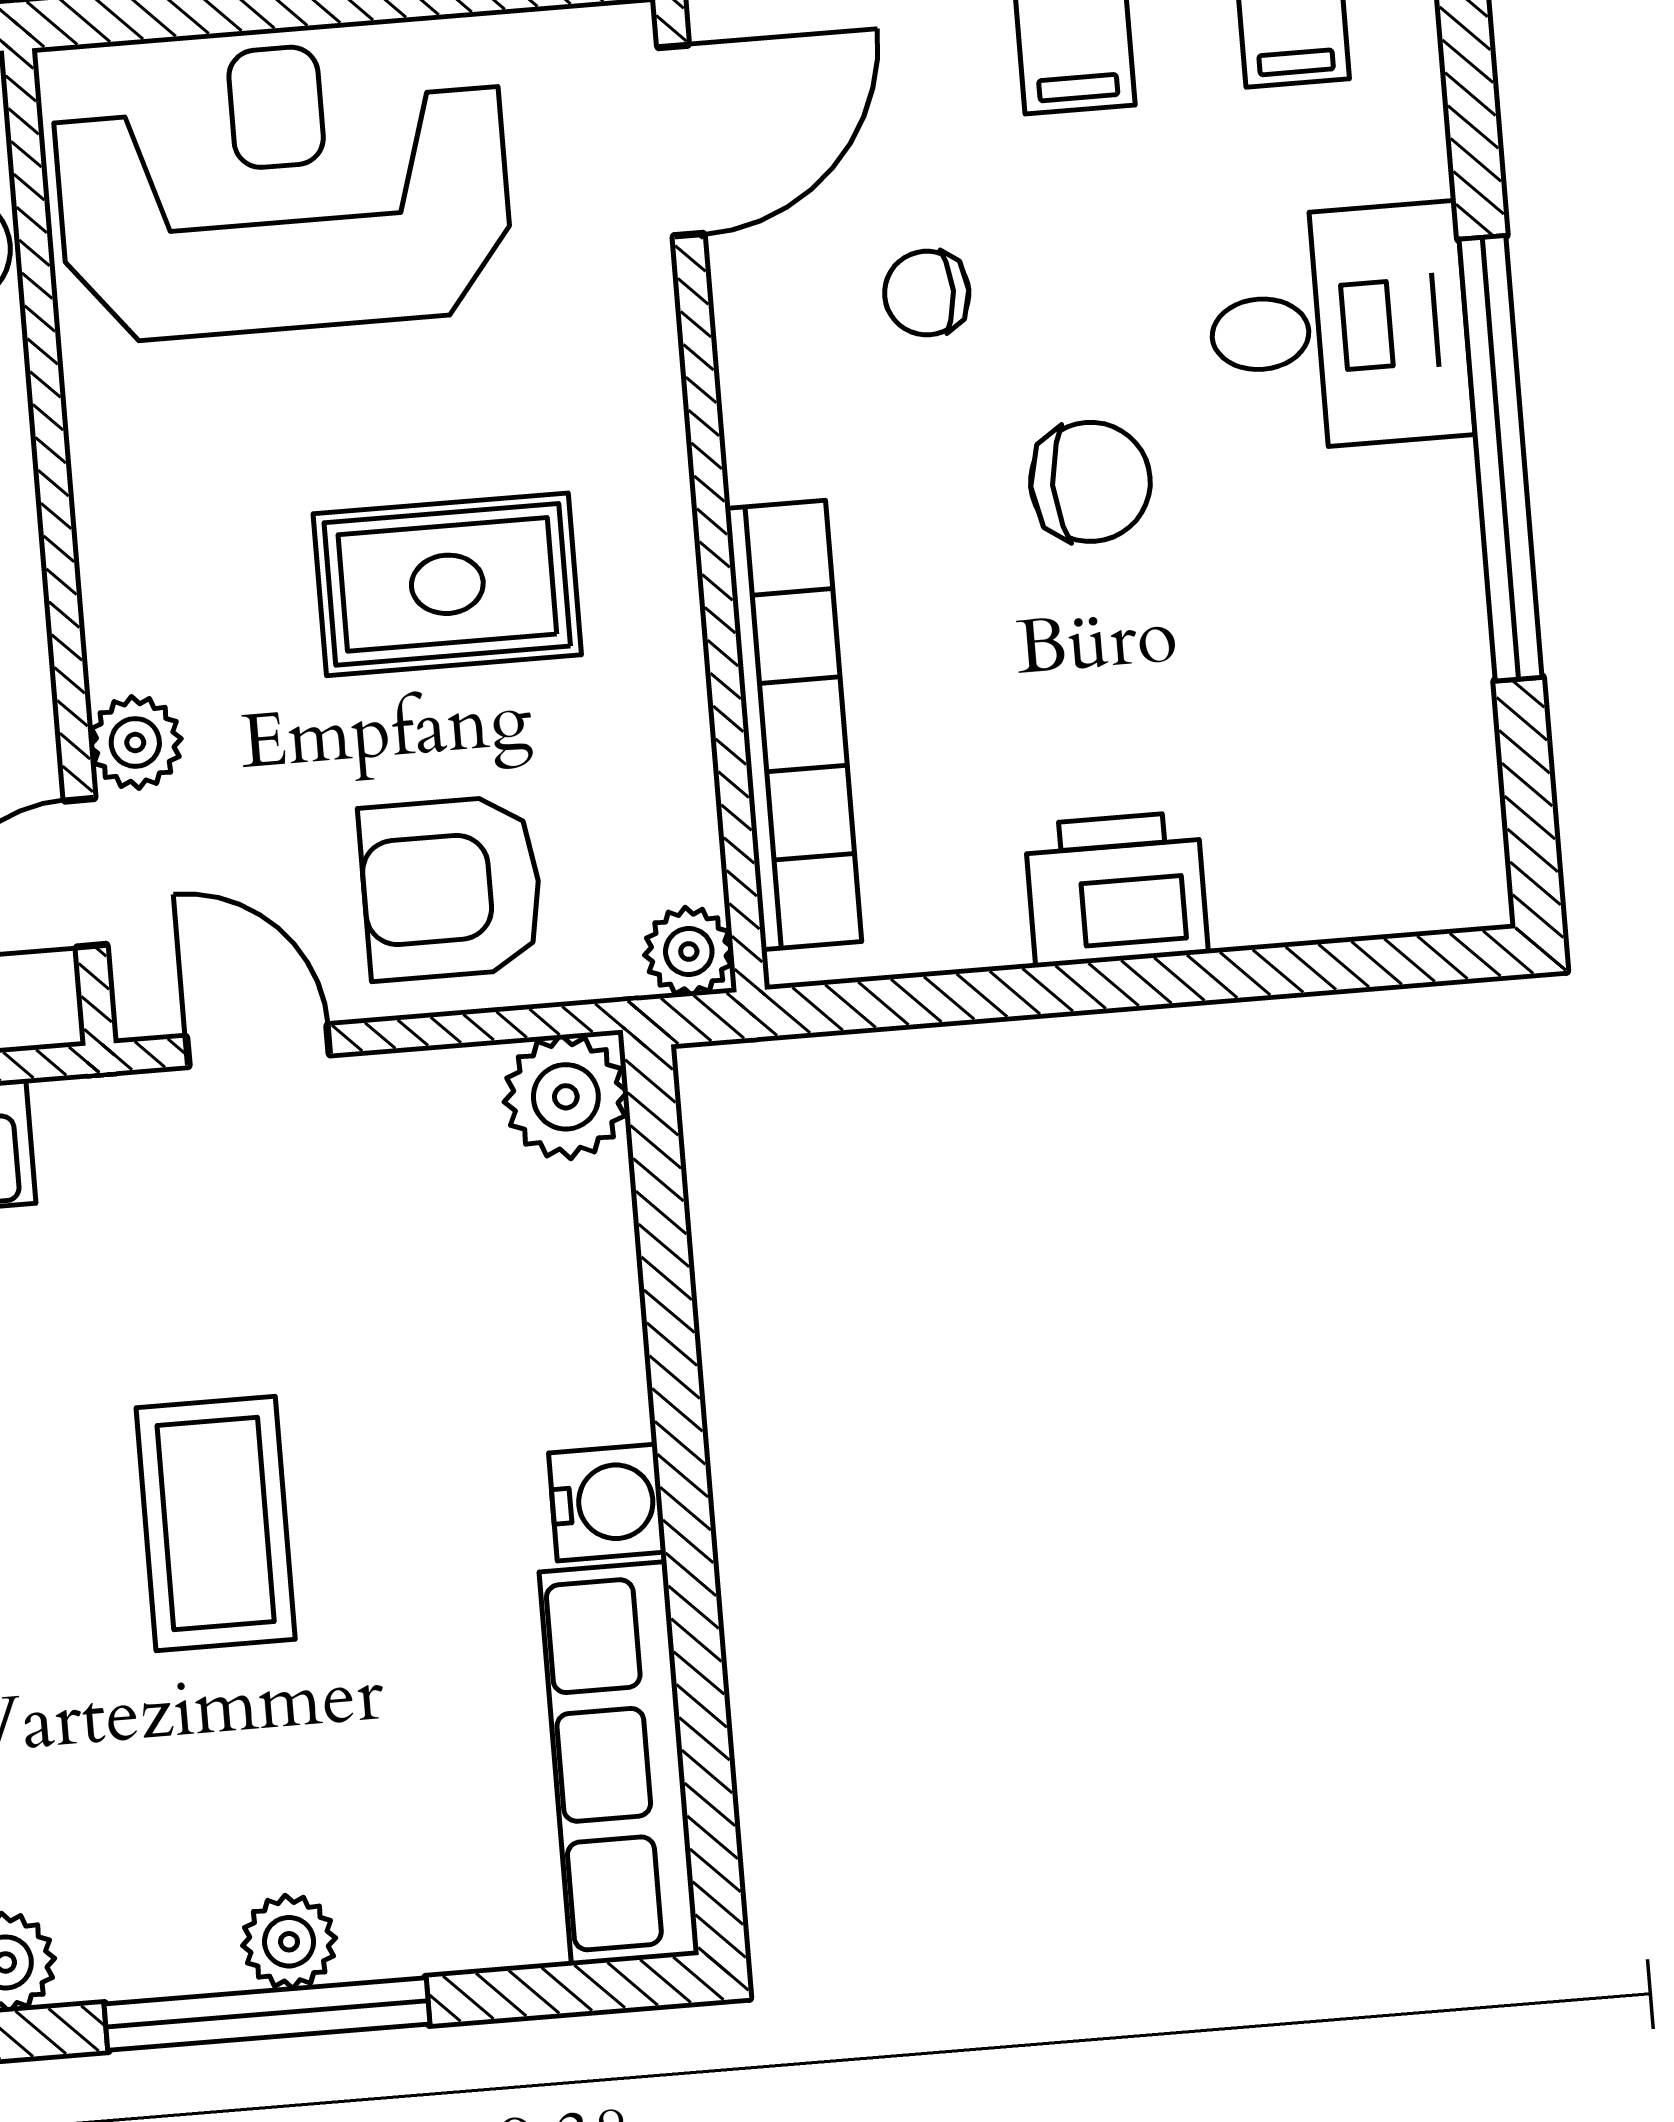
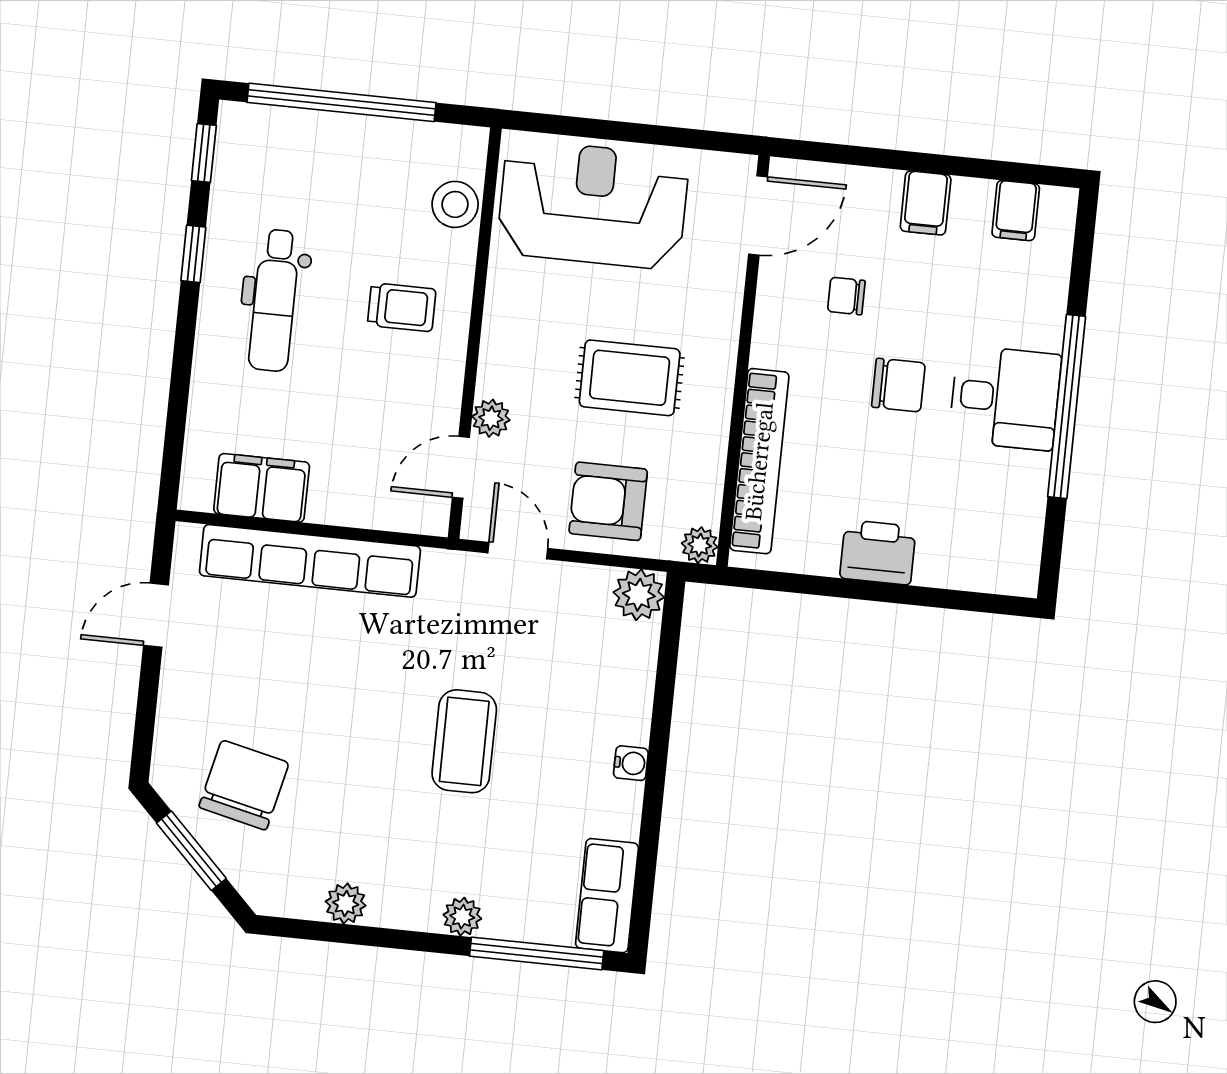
desk: (1339, 328) -> (1005, 398), moved
water cooler: (607, 1502) -> (631, 763), width x0.72, depth x0.72
row of seats: (619, 1764) -> (607, 896), width x0.68
window: (267, 2014) -> (537, 953), moved

